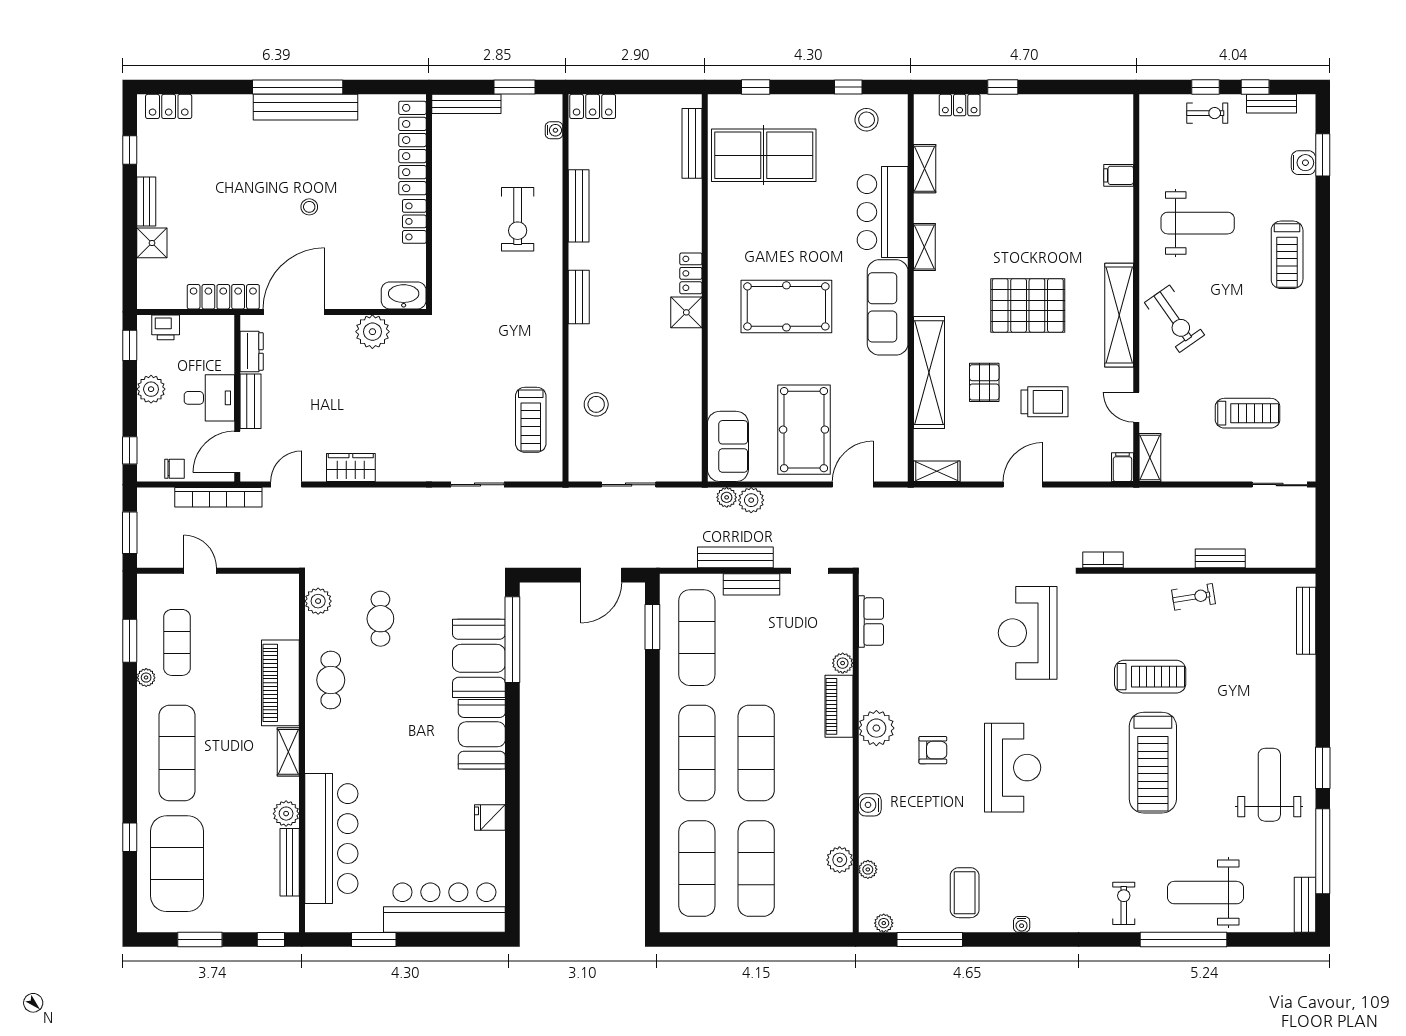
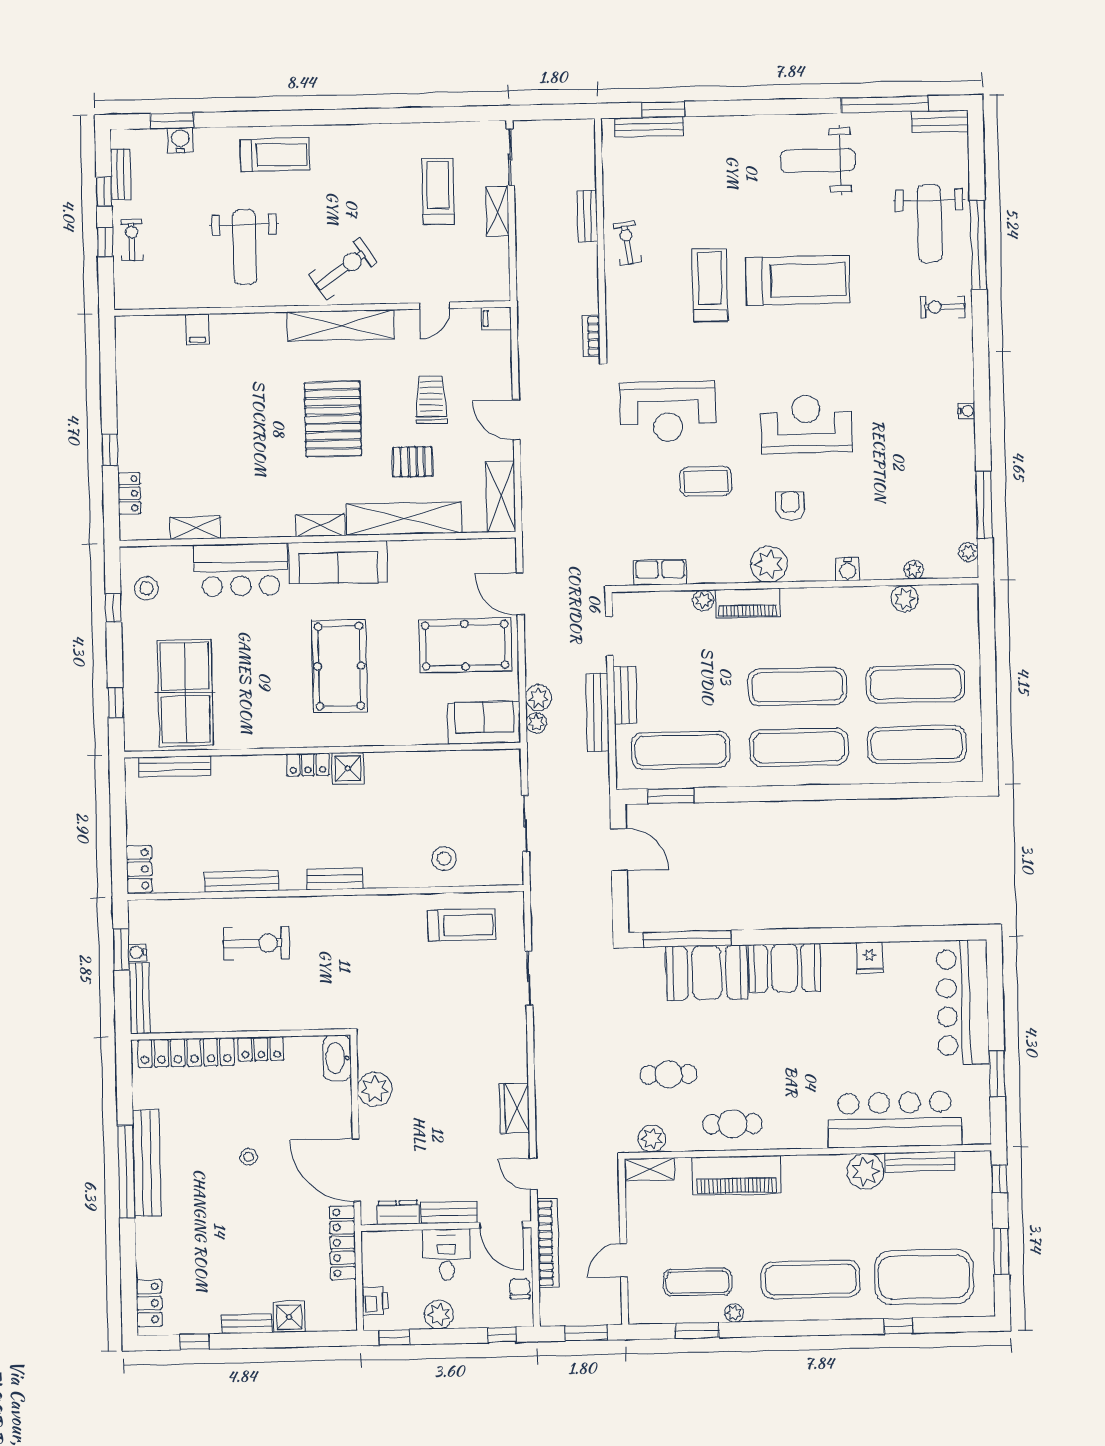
water cooler: (554, 130) -> (138, 952), moved, turned -90
weight bench: (1198, 223) -> (245, 247), turned 180
shelving: (924, 247) -> (320, 525), moved
shelving: (1150, 458) -> (497, 211), moved, turned 90
shelving: (937, 471) -> (501, 497), width x1.50, depth x1.33
shelving: (288, 752) -> (649, 1169), moved
window: (1323, 768) -> (663, 109), moved
plant: (286, 814) -> (865, 1171), width x1.36, depth x1.36
coffee table: (965, 893) -> (706, 481), moved

